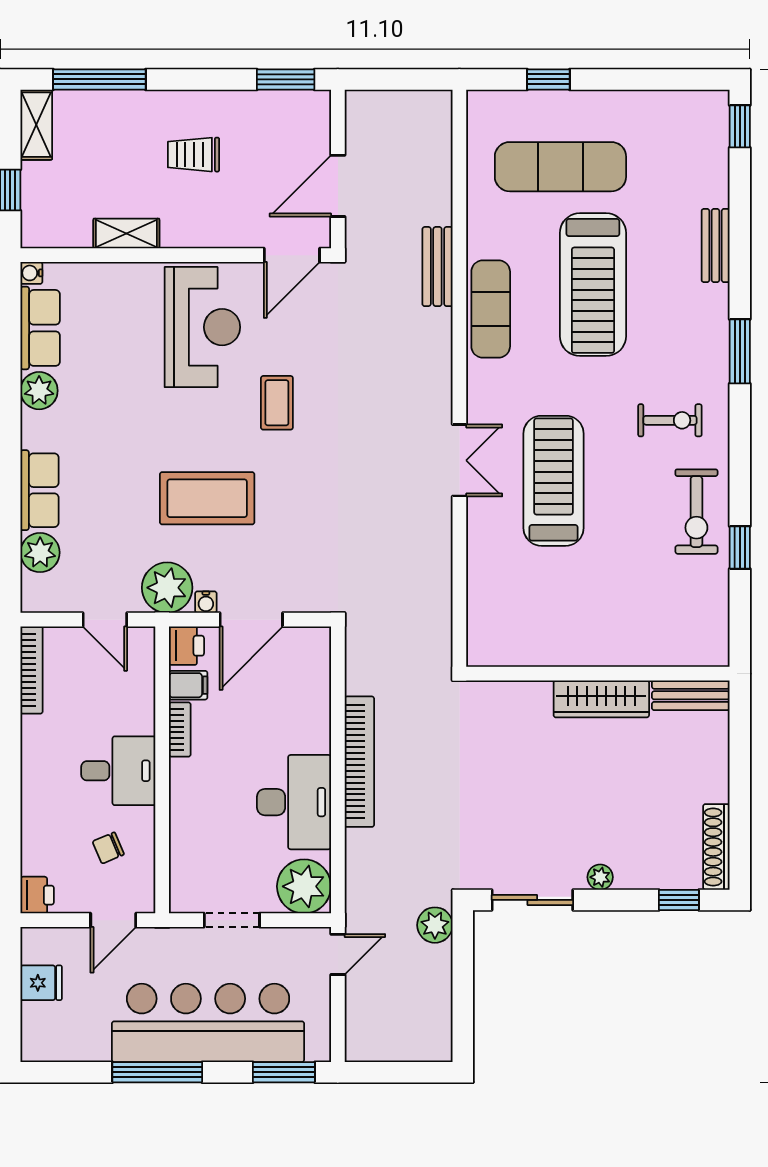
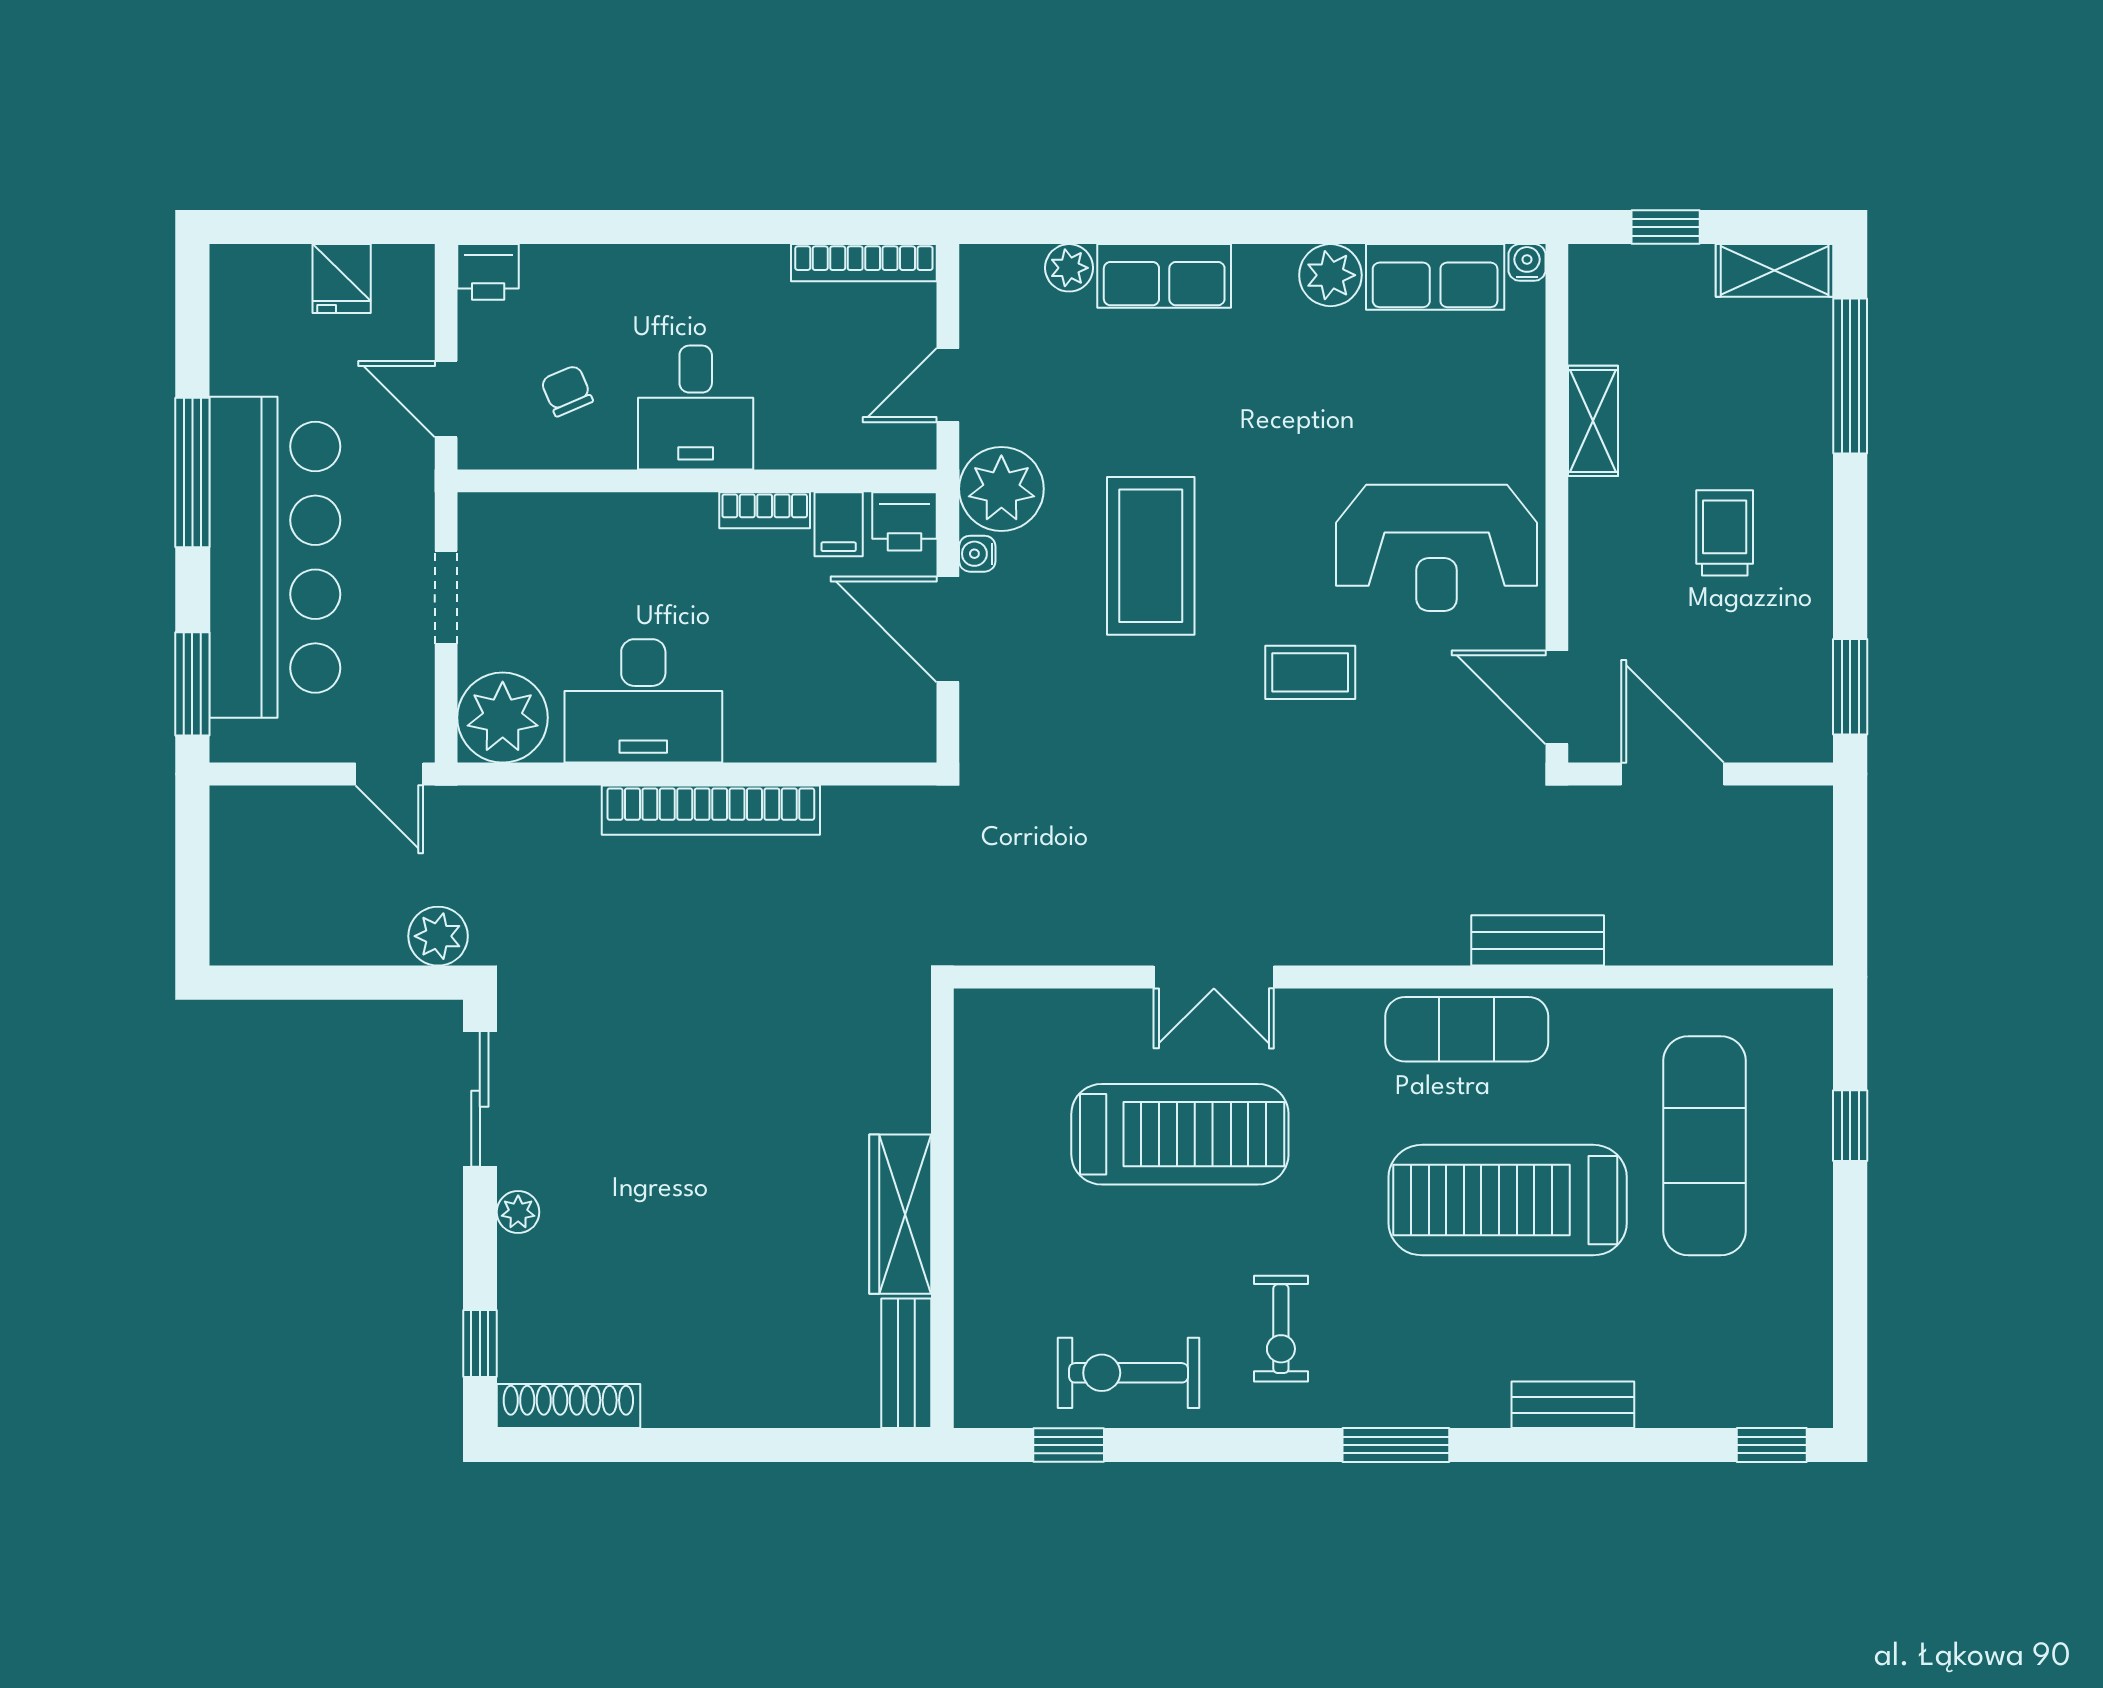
plant: (40, 553) -> (1069, 268), width x0.73, depth x0.73
wall: (598, 674) -> (942, 1208), moved
bench: (691, 695) -> (906, 1363), moved
wardrobe: (601, 699) -> (900, 1214), moved

